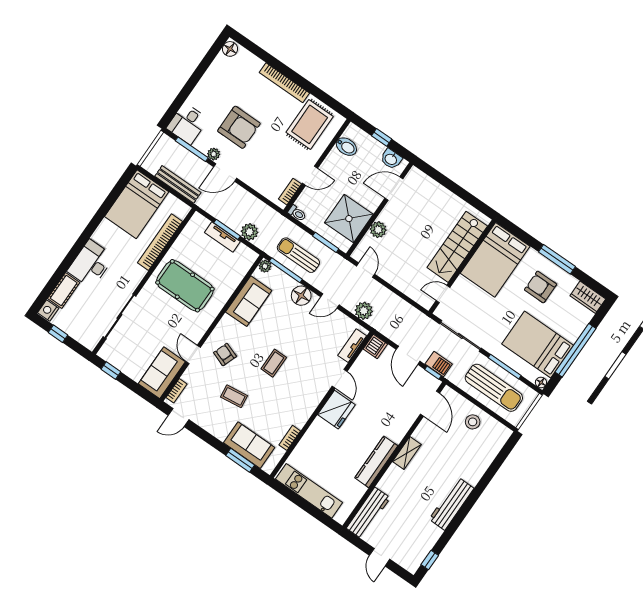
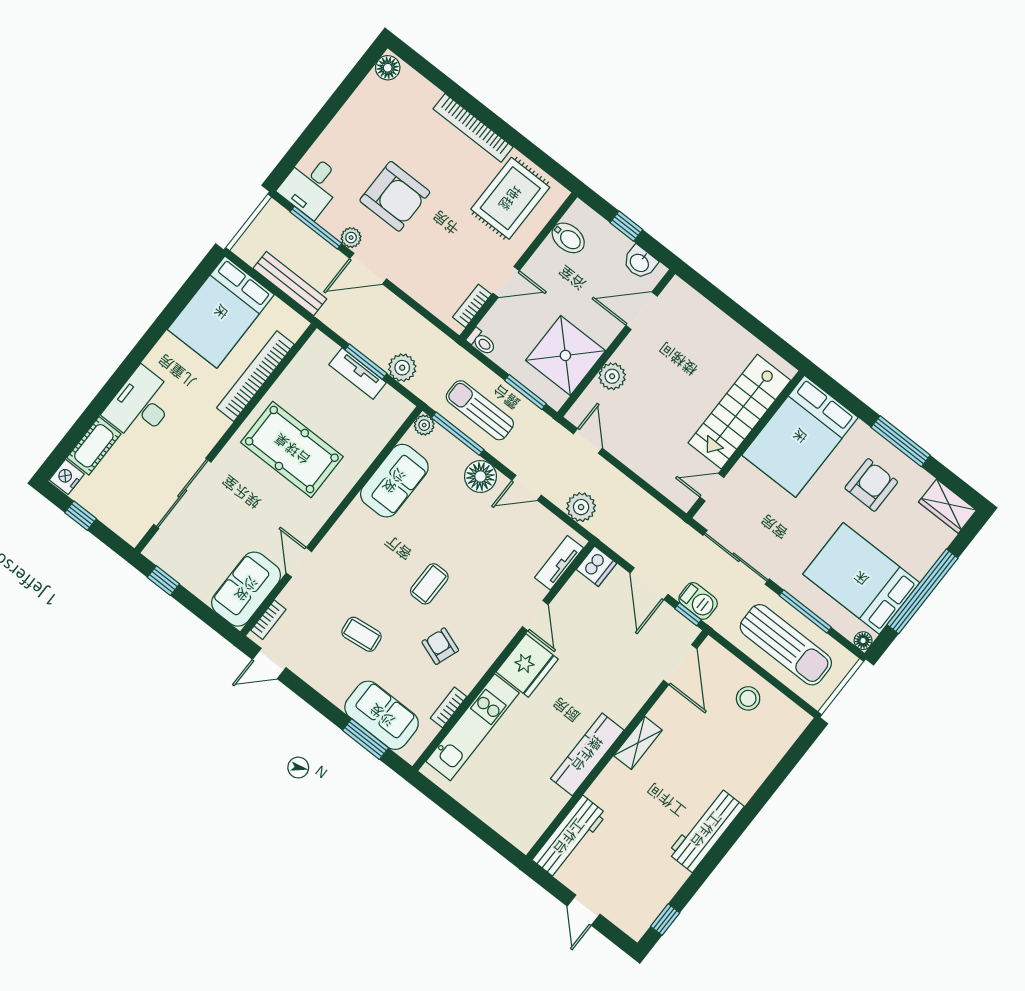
armchair: (540, 287) -> (871, 485), turned 90
armchair: (225, 355) -> (440, 646), moved
kitchen unit: (309, 491) -> (473, 727), moved, turned 90

